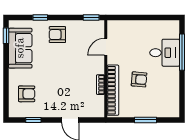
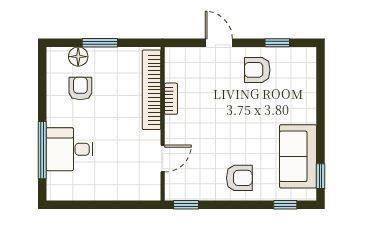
window: (40, 18) -> (285, 205), moved
armchair: (139, 79) -> (80, 88), moved, turned 85
armchair: (27, 94) -> (257, 70), moved
floor lamp: (159, 111) -> (78, 57), added

